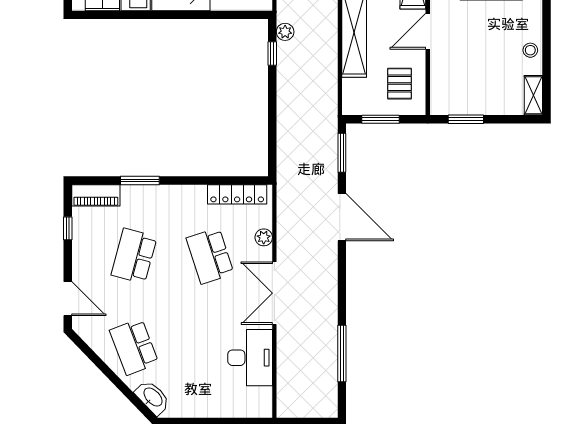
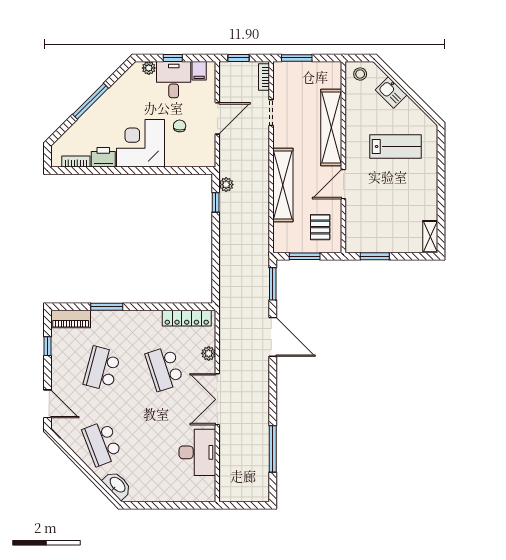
stool: (530, 50) -> (428, 200), removed

